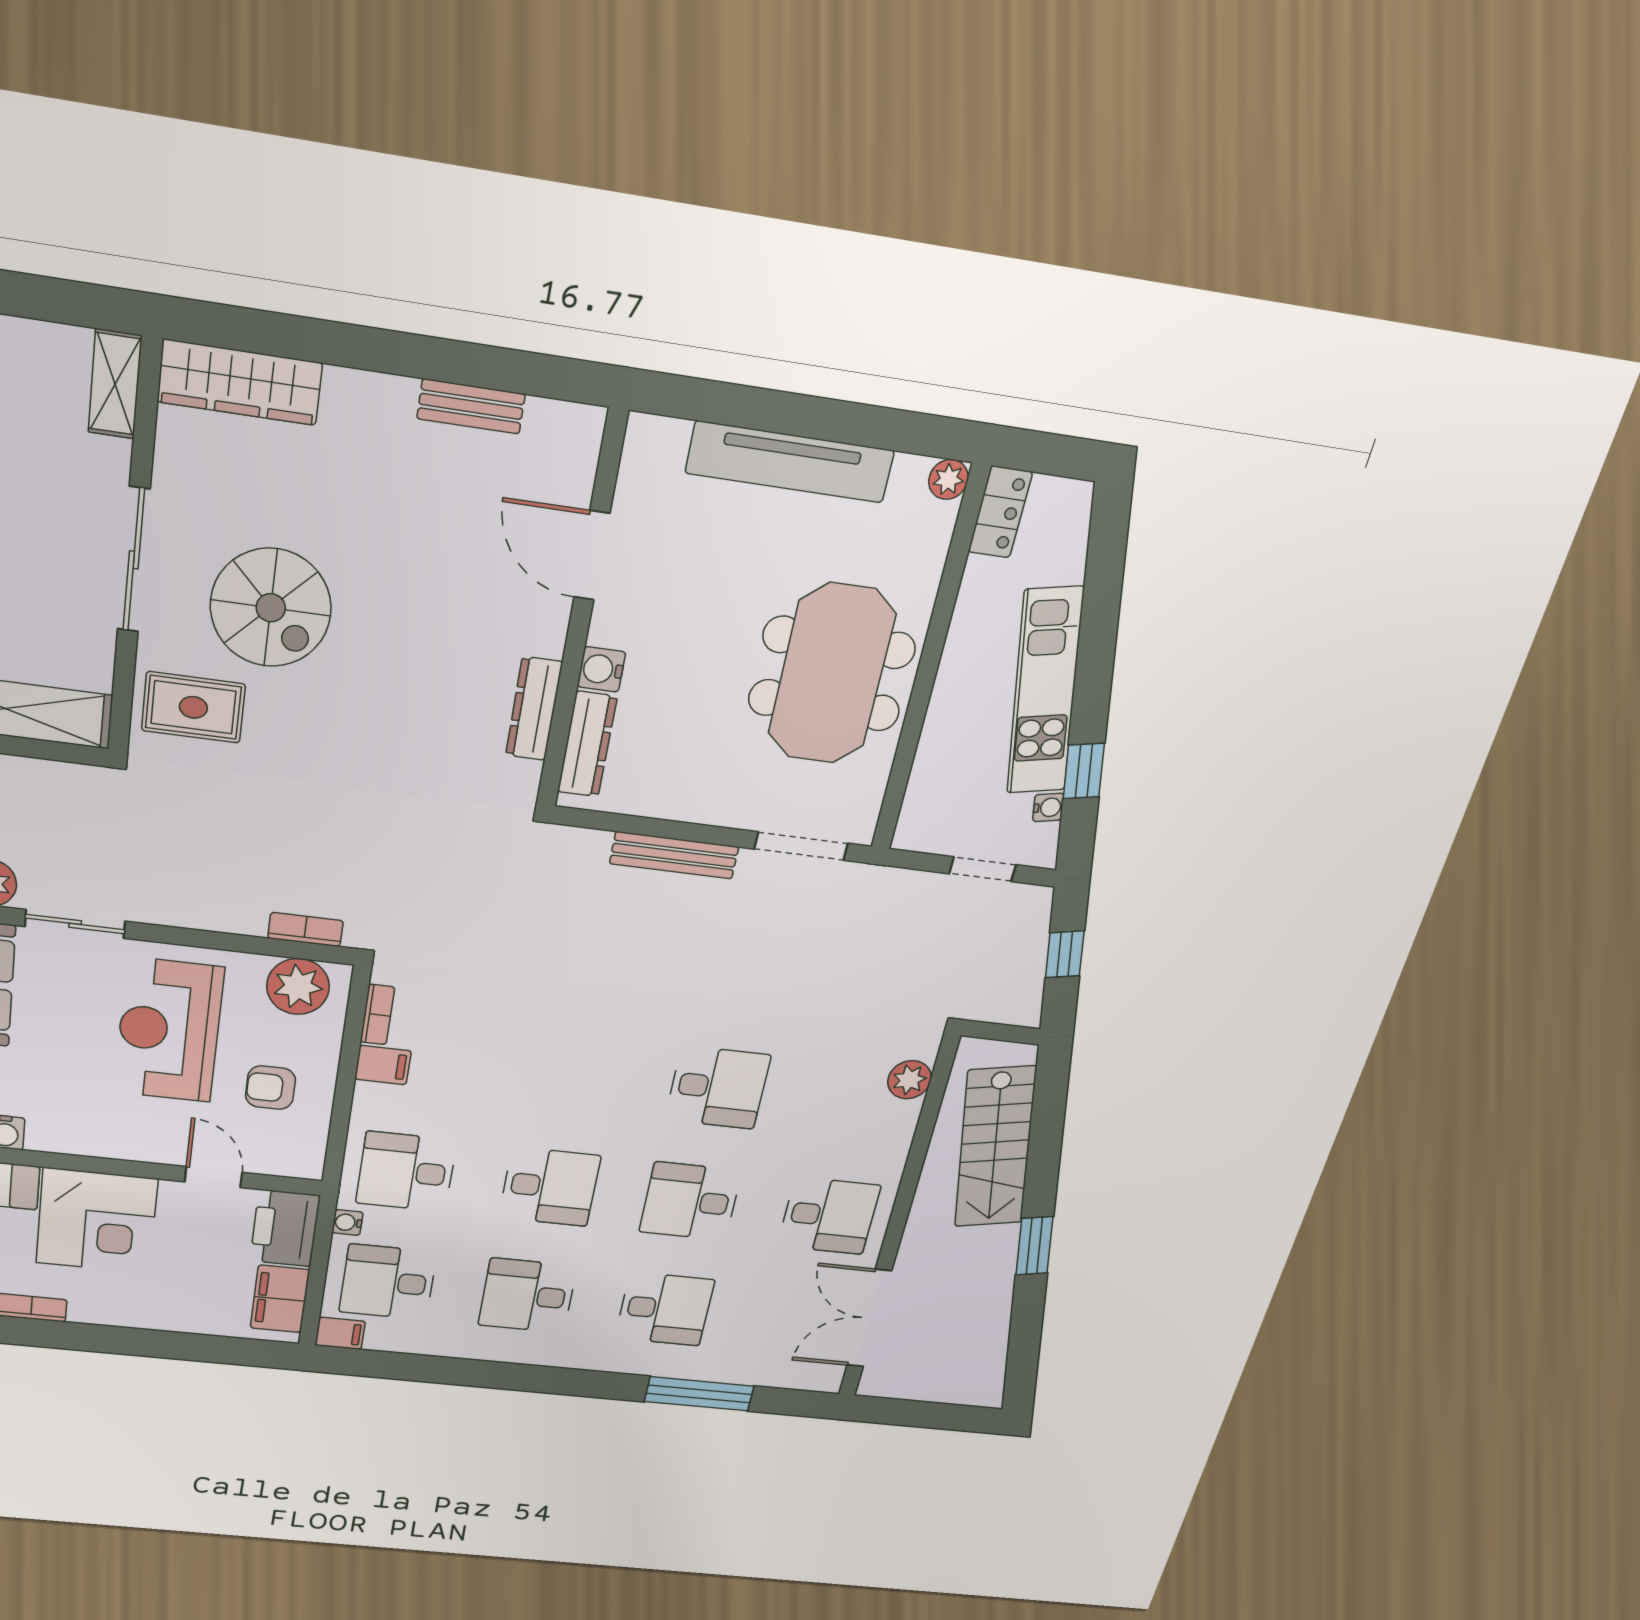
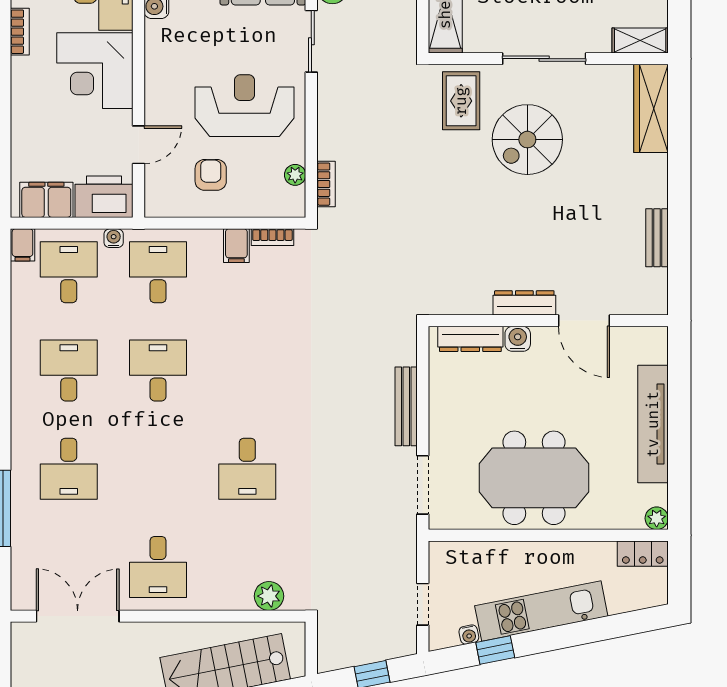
door: (592, 555) -> (584, 321), swing flipped
dresser: (534, 709) -> (524, 303), moved
plant: (298, 987) -> (295, 175), width x0.53, depth x0.53
desk: (550, 1187) -> (158, 370), turned 180
desk: (690, 1201) -> (158, 469), removed

